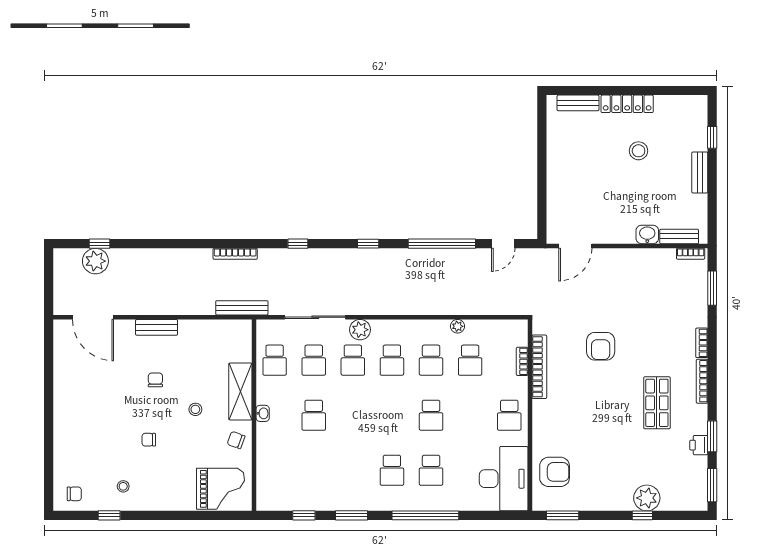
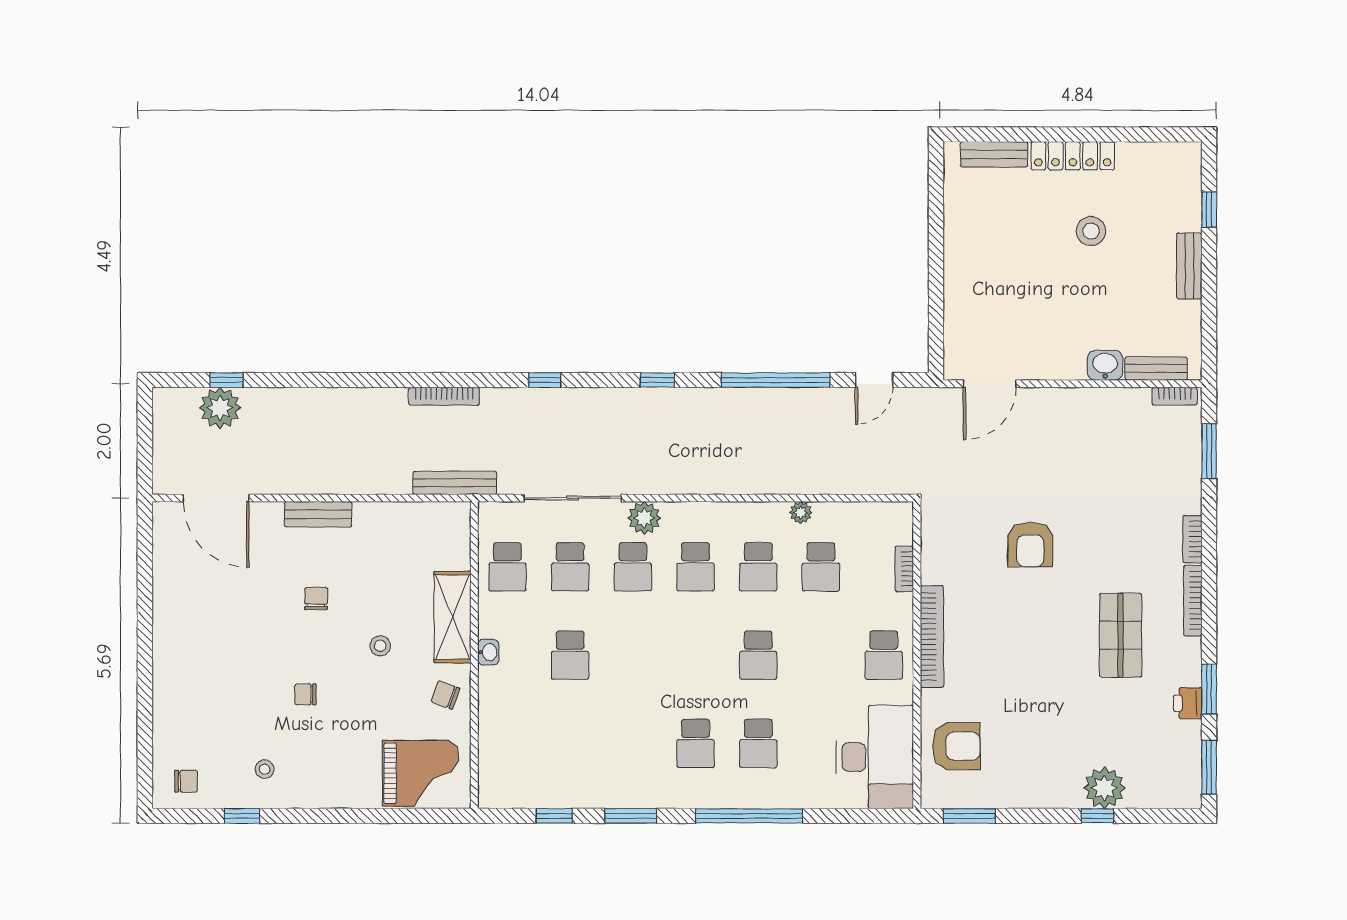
bookcase: (539, 367) -> (932, 637), moved

